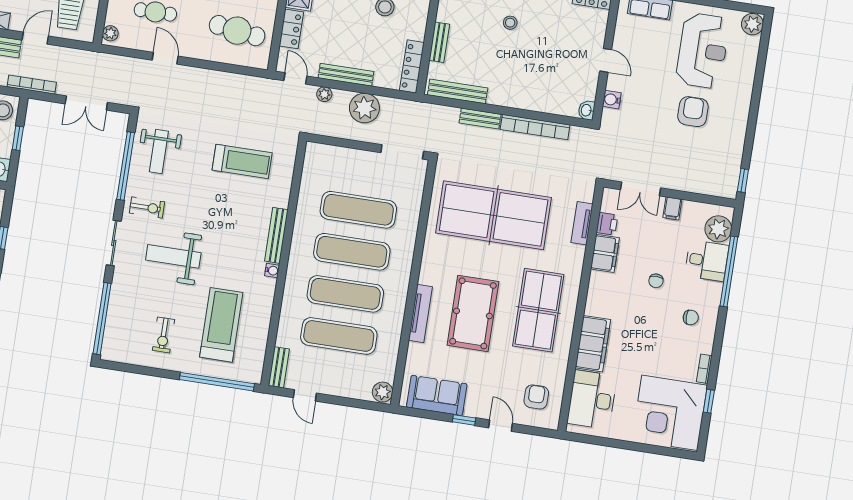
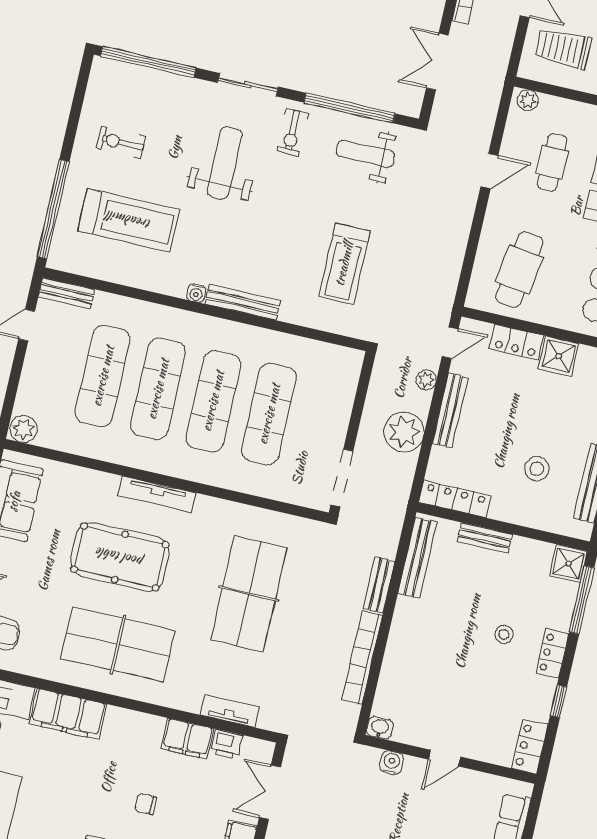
table tennis table: (494, 215) -> (249, 594), width x0.73, depth x0.76
tv unit: (420, 314) -> (157, 494), moved

